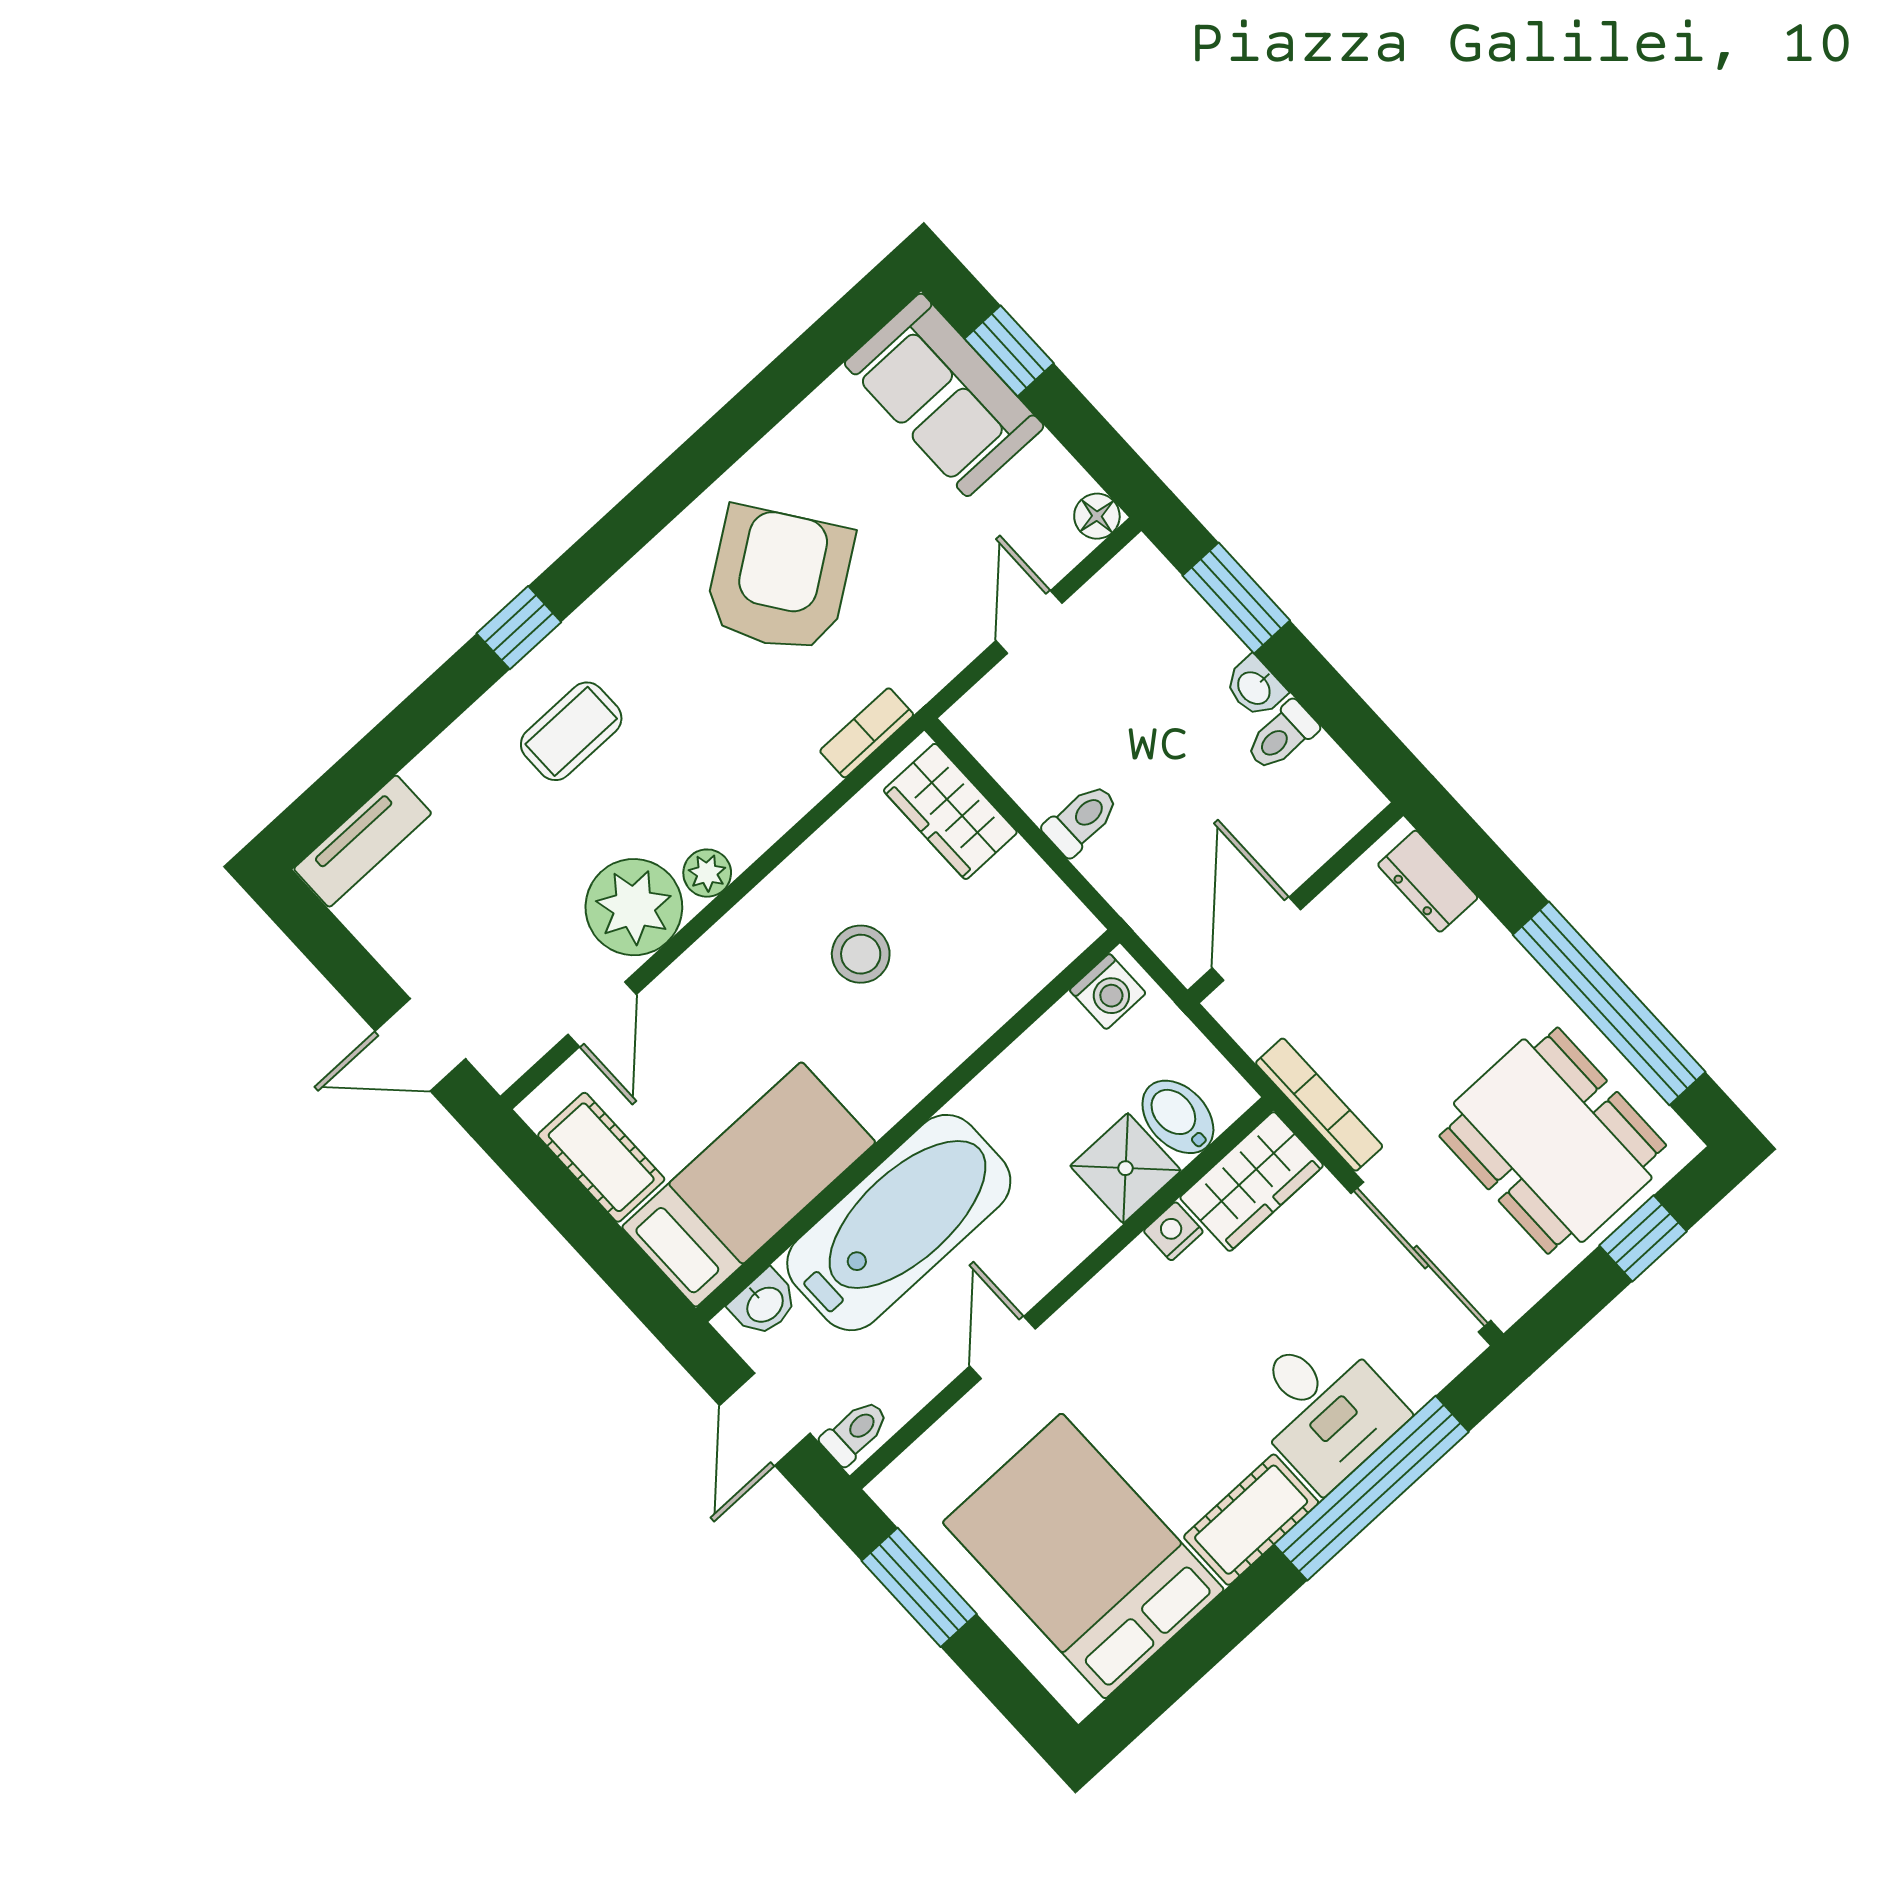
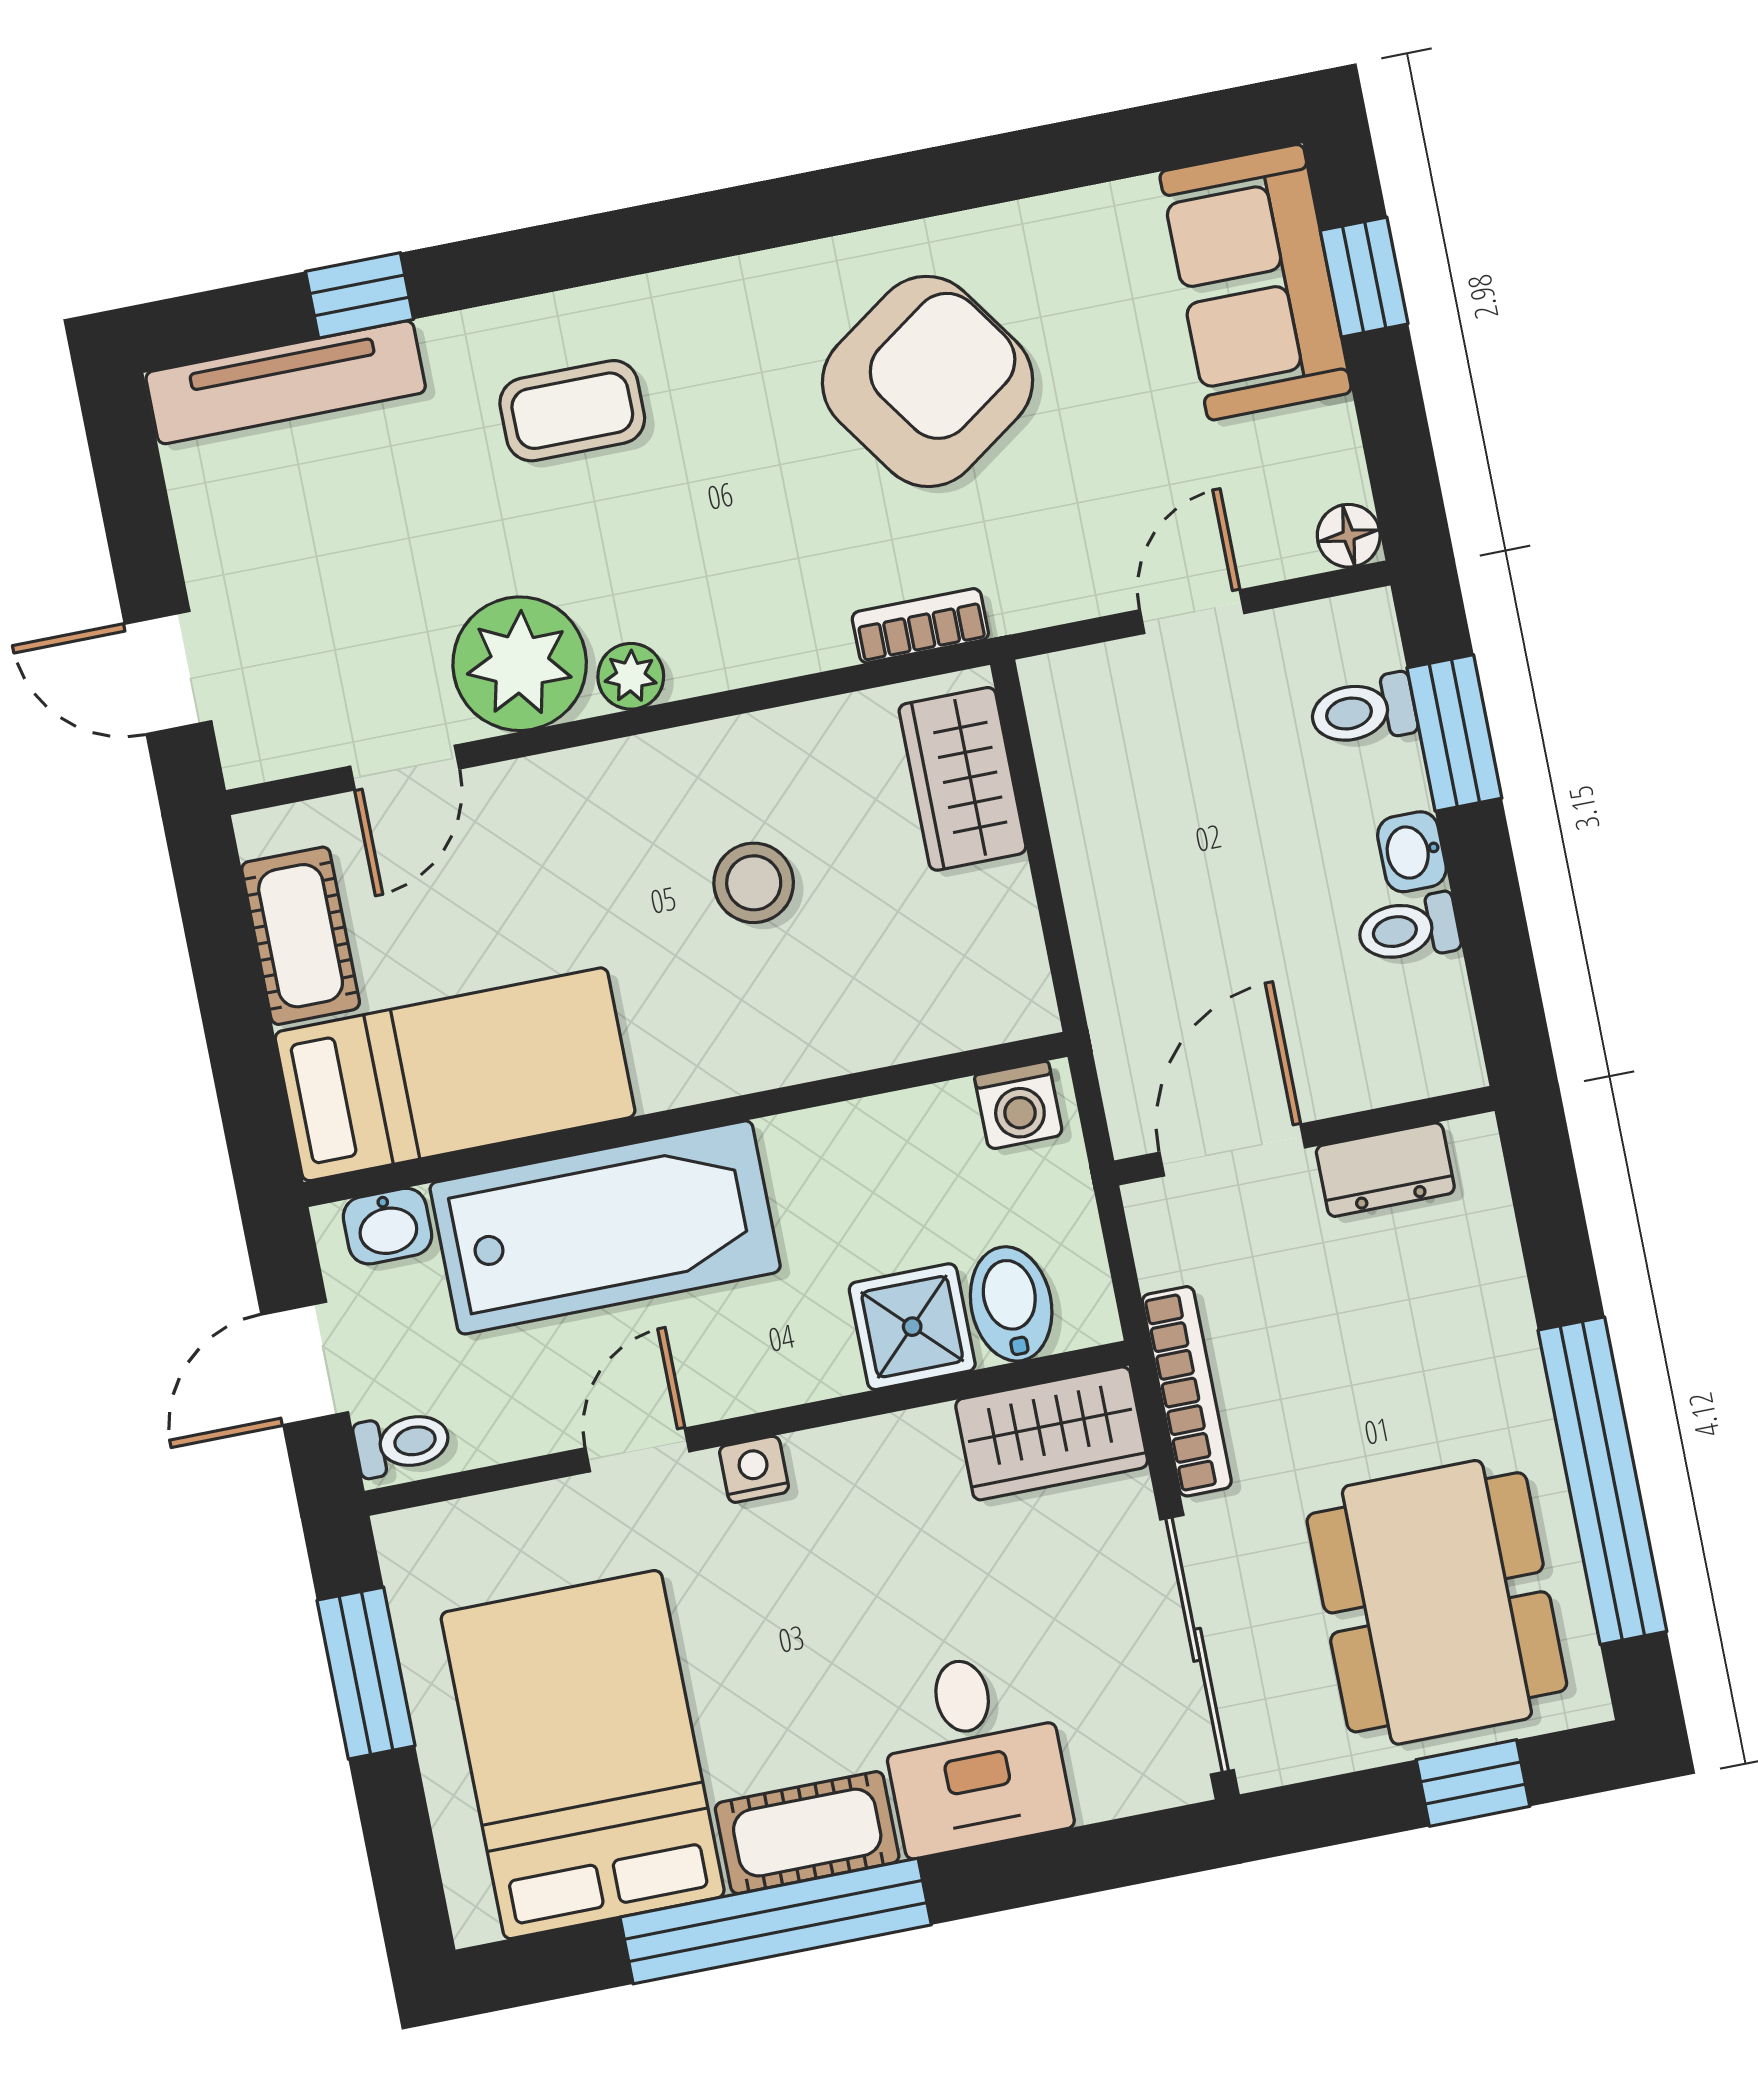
window: (519, 628) -> (360, 295), moved
toilet: (1081, 819) -> (1363, 711), moved, turned 180
tv unit: (363, 841) -> (286, 382), width x1.41
dresser: (1428, 881) -> (1385, 1170), moved, turned -90
nightstand: (1173, 1231) -> (754, 1469), moved
window: (1371, 1488) -> (776, 1921), moved

